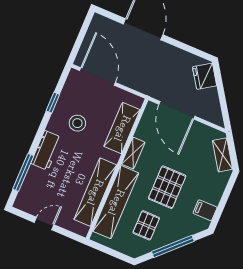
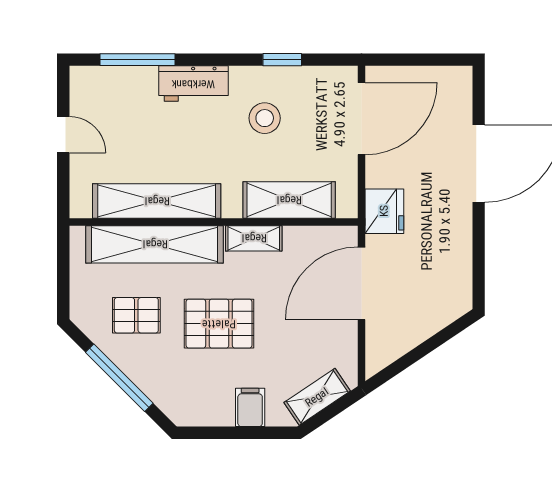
fridge: (205, 76) -> (384, 211), moved, turned 124
filing cabinet: (205, 210) -> (250, 407), moved

